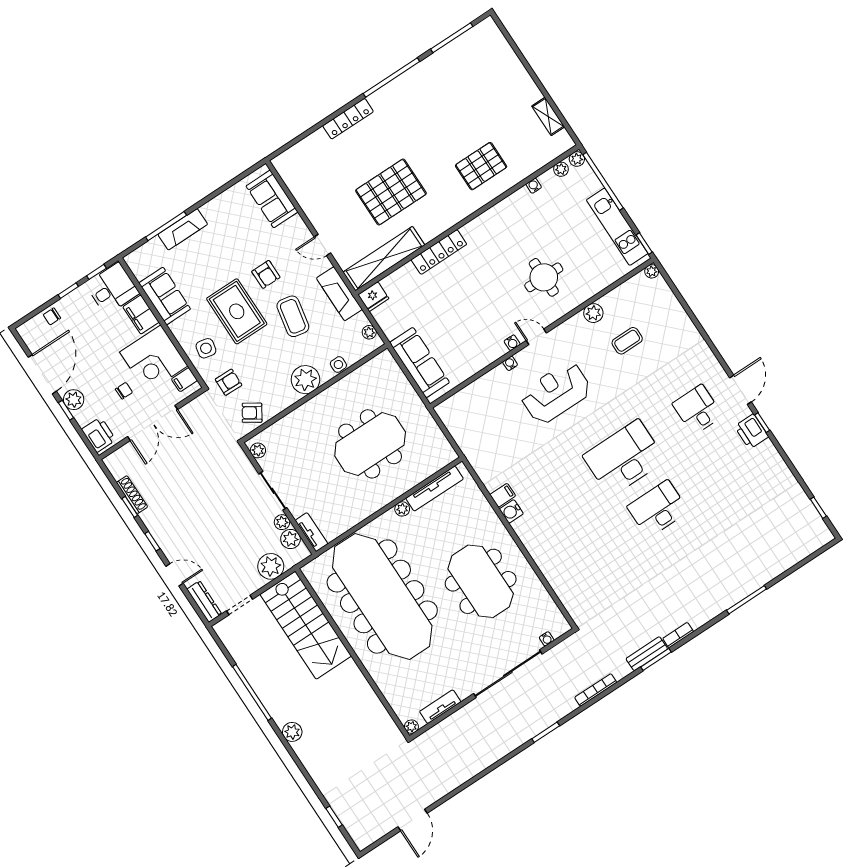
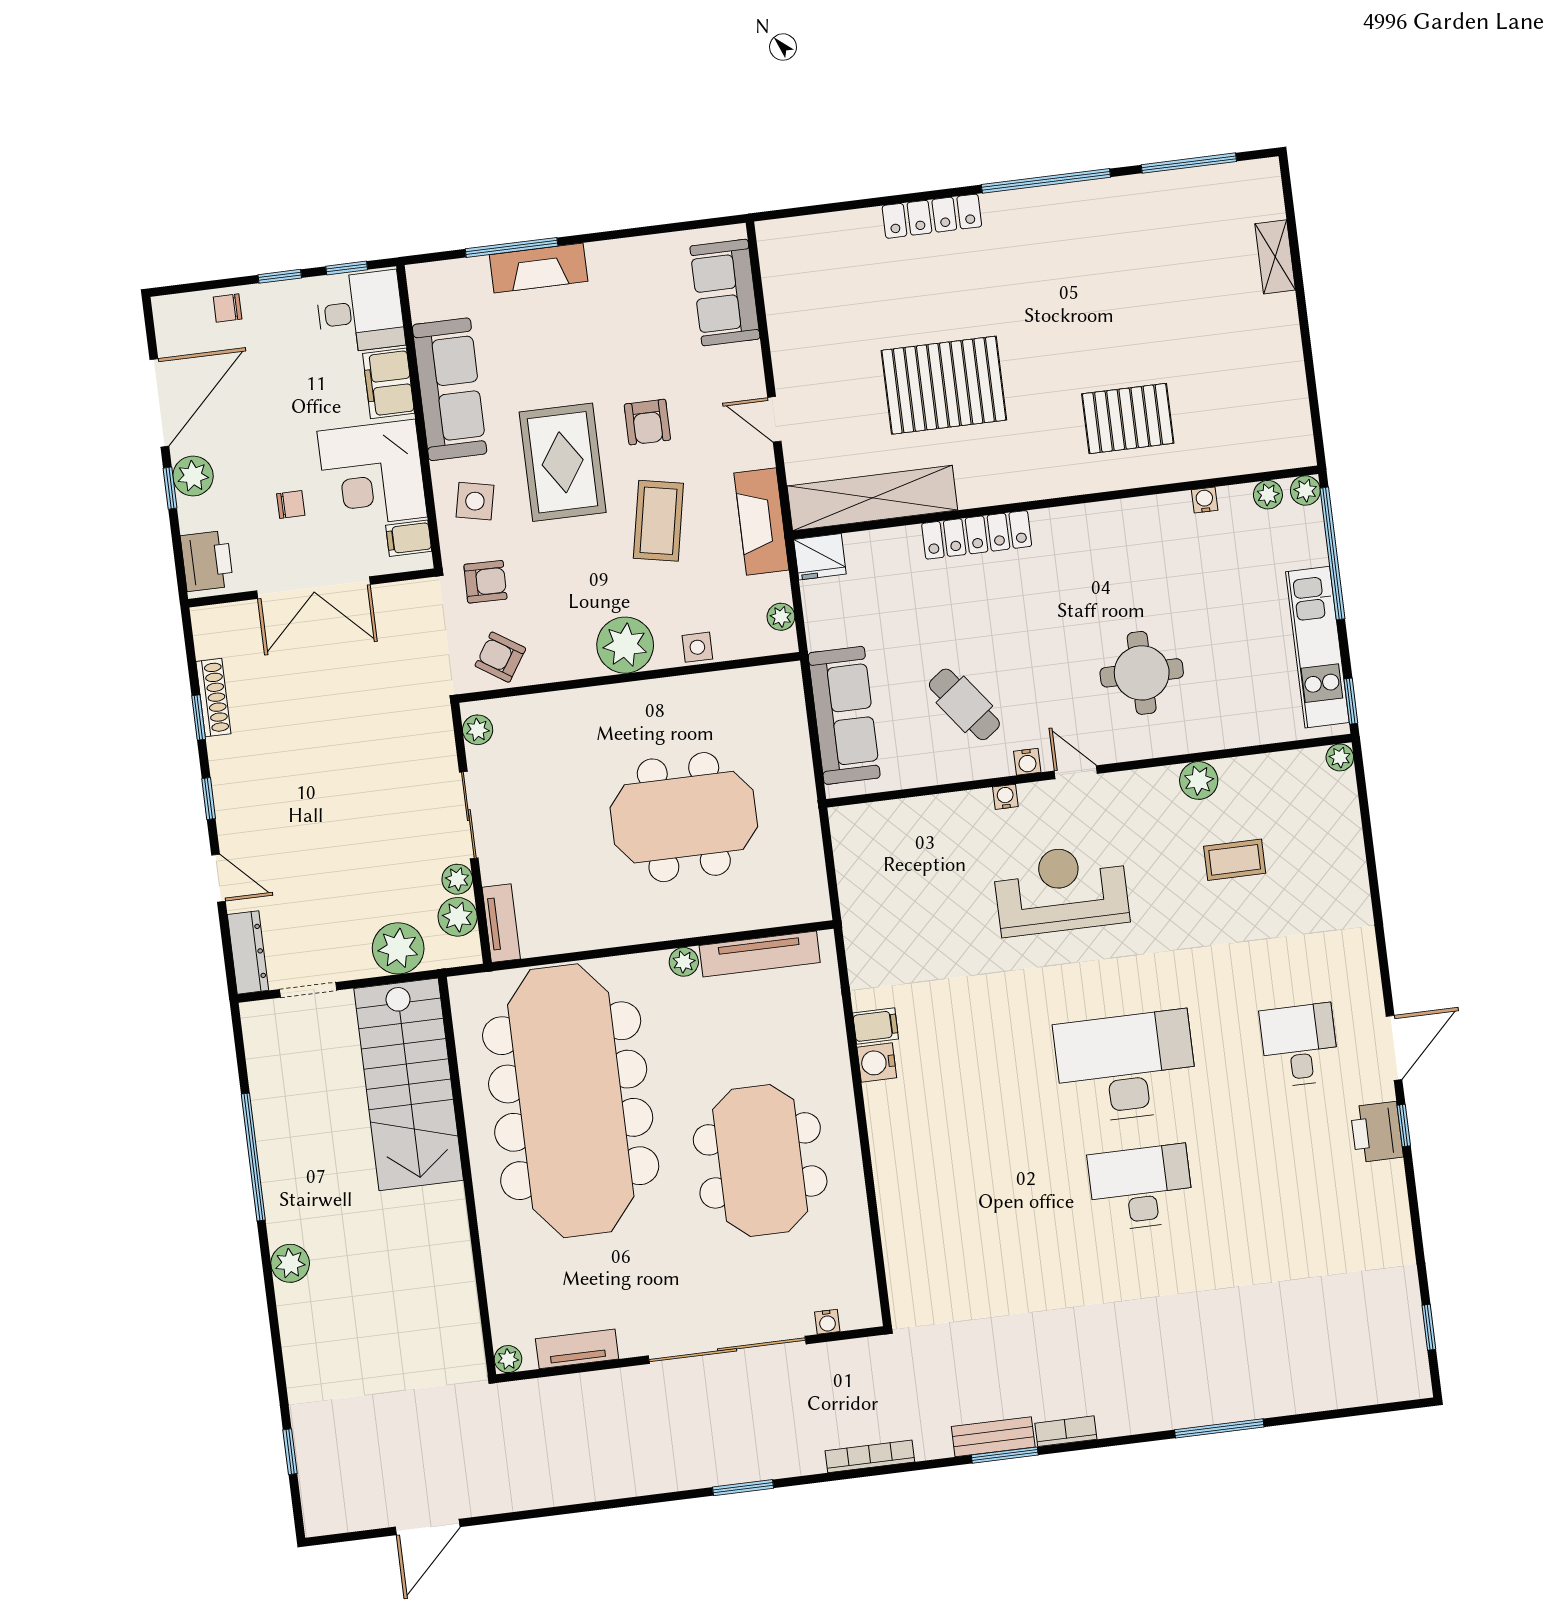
shelving: (548, 116) -> (1275, 257), moved
sofa: (165, 296) -> (450, 389), width x1.36
cafe table: (471, 331) -> (964, 704), added

